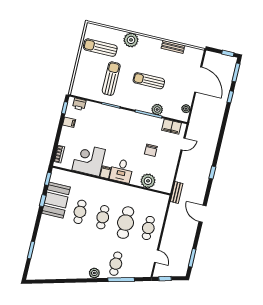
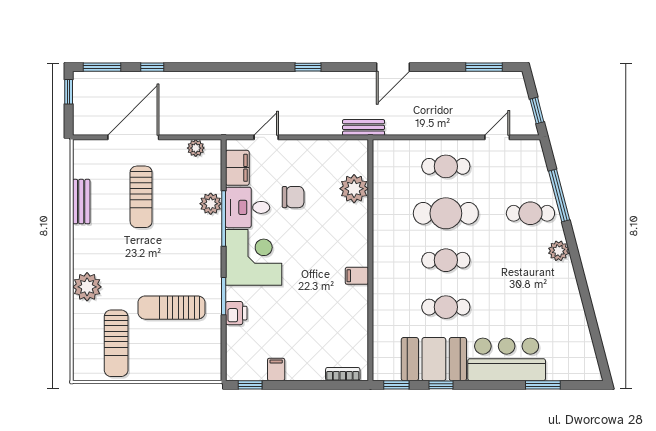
sun lounger: (149, 81) -> (141, 197), moved
printer: (79, 104) -> (236, 313), moved
door: (183, 144) -> (266, 137), hinge flipped
corner desk: (89, 160) -> (254, 257), moved, turned 180
desk: (121, 171) -> (248, 207), moved, turned 180
bar counter: (48, 235) -> (507, 359), added

